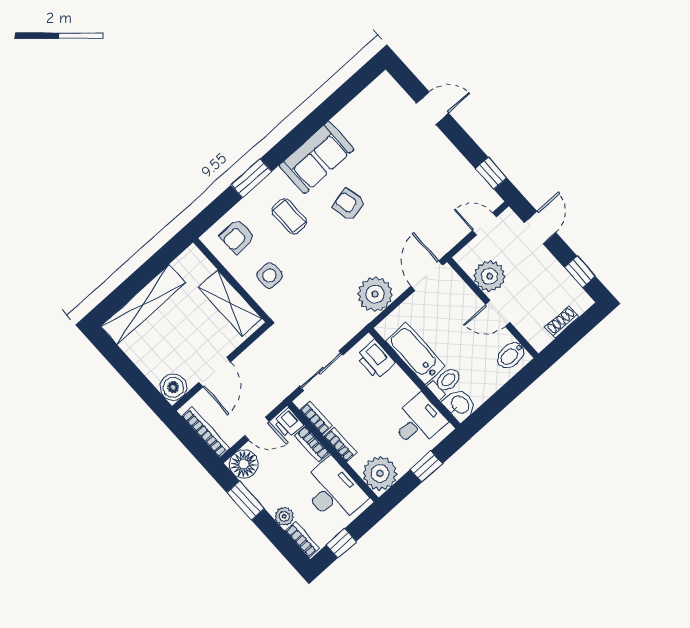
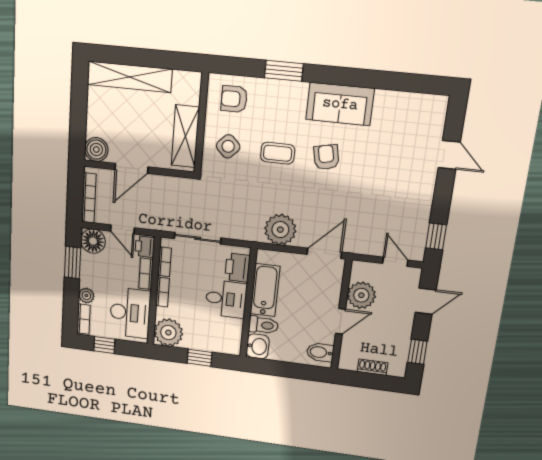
coffee table: (289, 217) -> (278, 153), moved, turned 90
side table: (270, 275) -> (228, 146), turned 45
door: (498, 313) -> (341, 321), swing flipped
desk: (419, 422) -> (226, 299), moved

